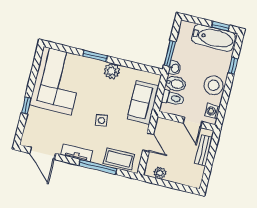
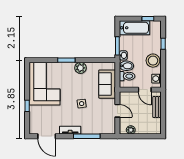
bathtub: (213, 38) -> (135, 28), moved
coffee table: (119, 159) -> (100, 127), removed

